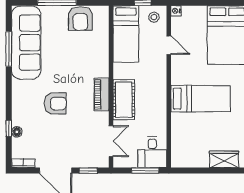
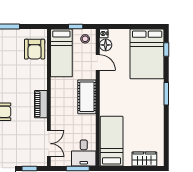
armchair: (80, 19) -> (35, 49), moved
floor lamp: (178, 24) -> (106, 45), added
bed: (200, 99) -> (112, 141), moved, turned -90
cot: (124, 100) -> (87, 97), moved

